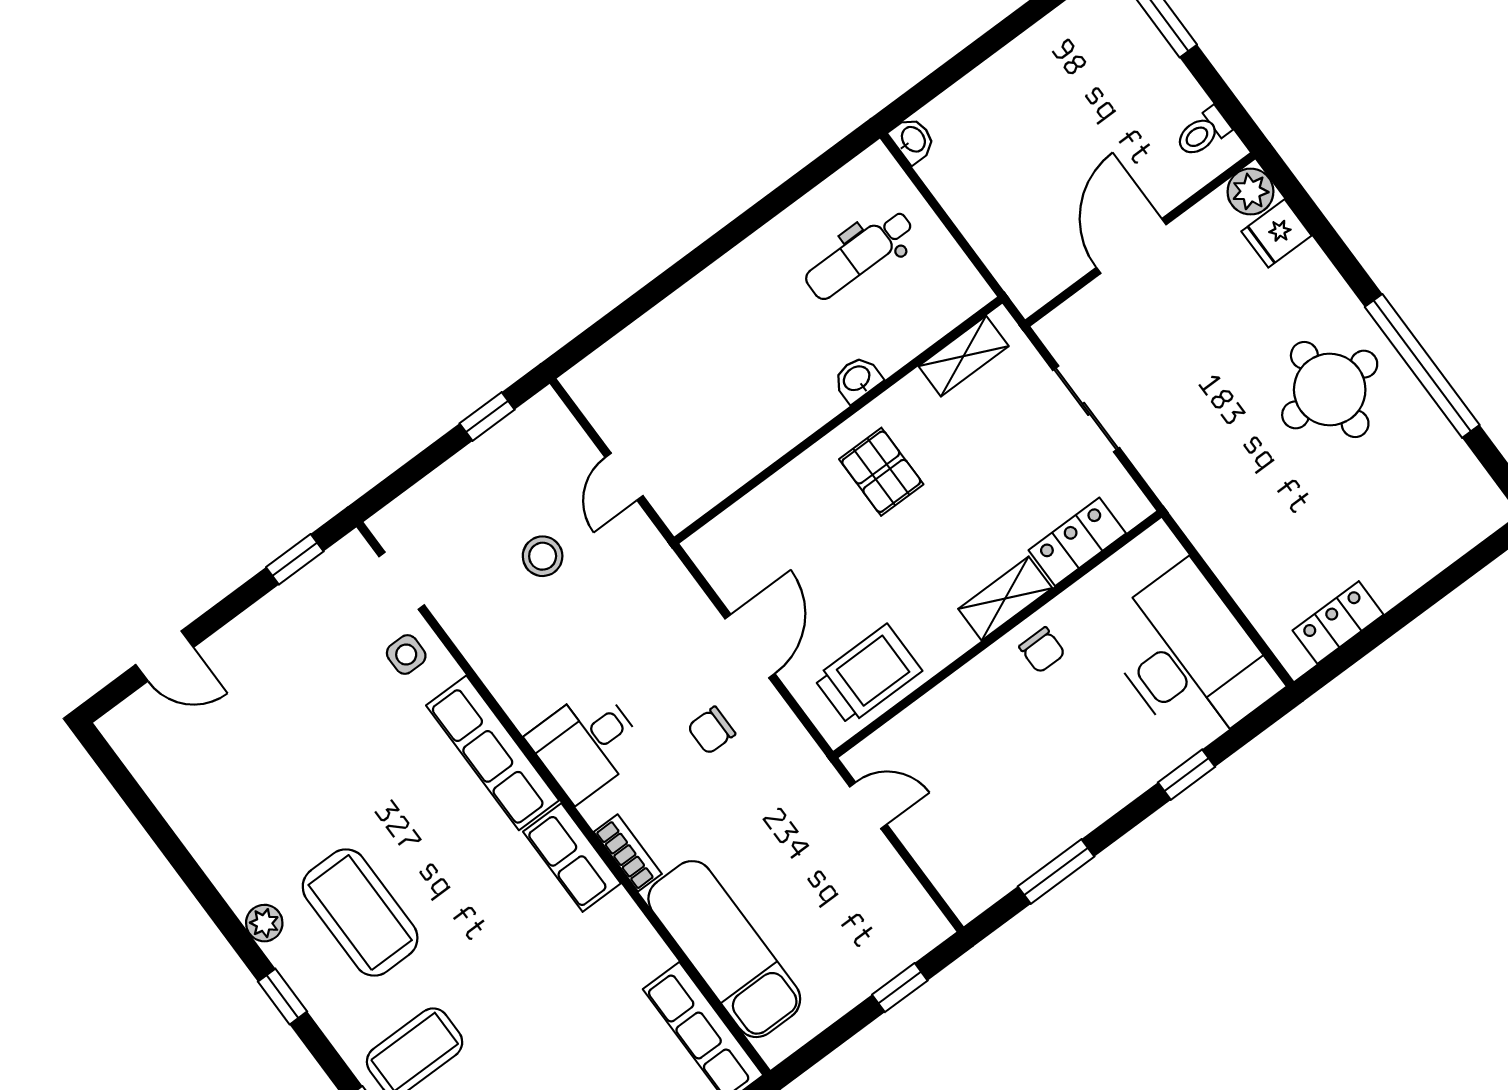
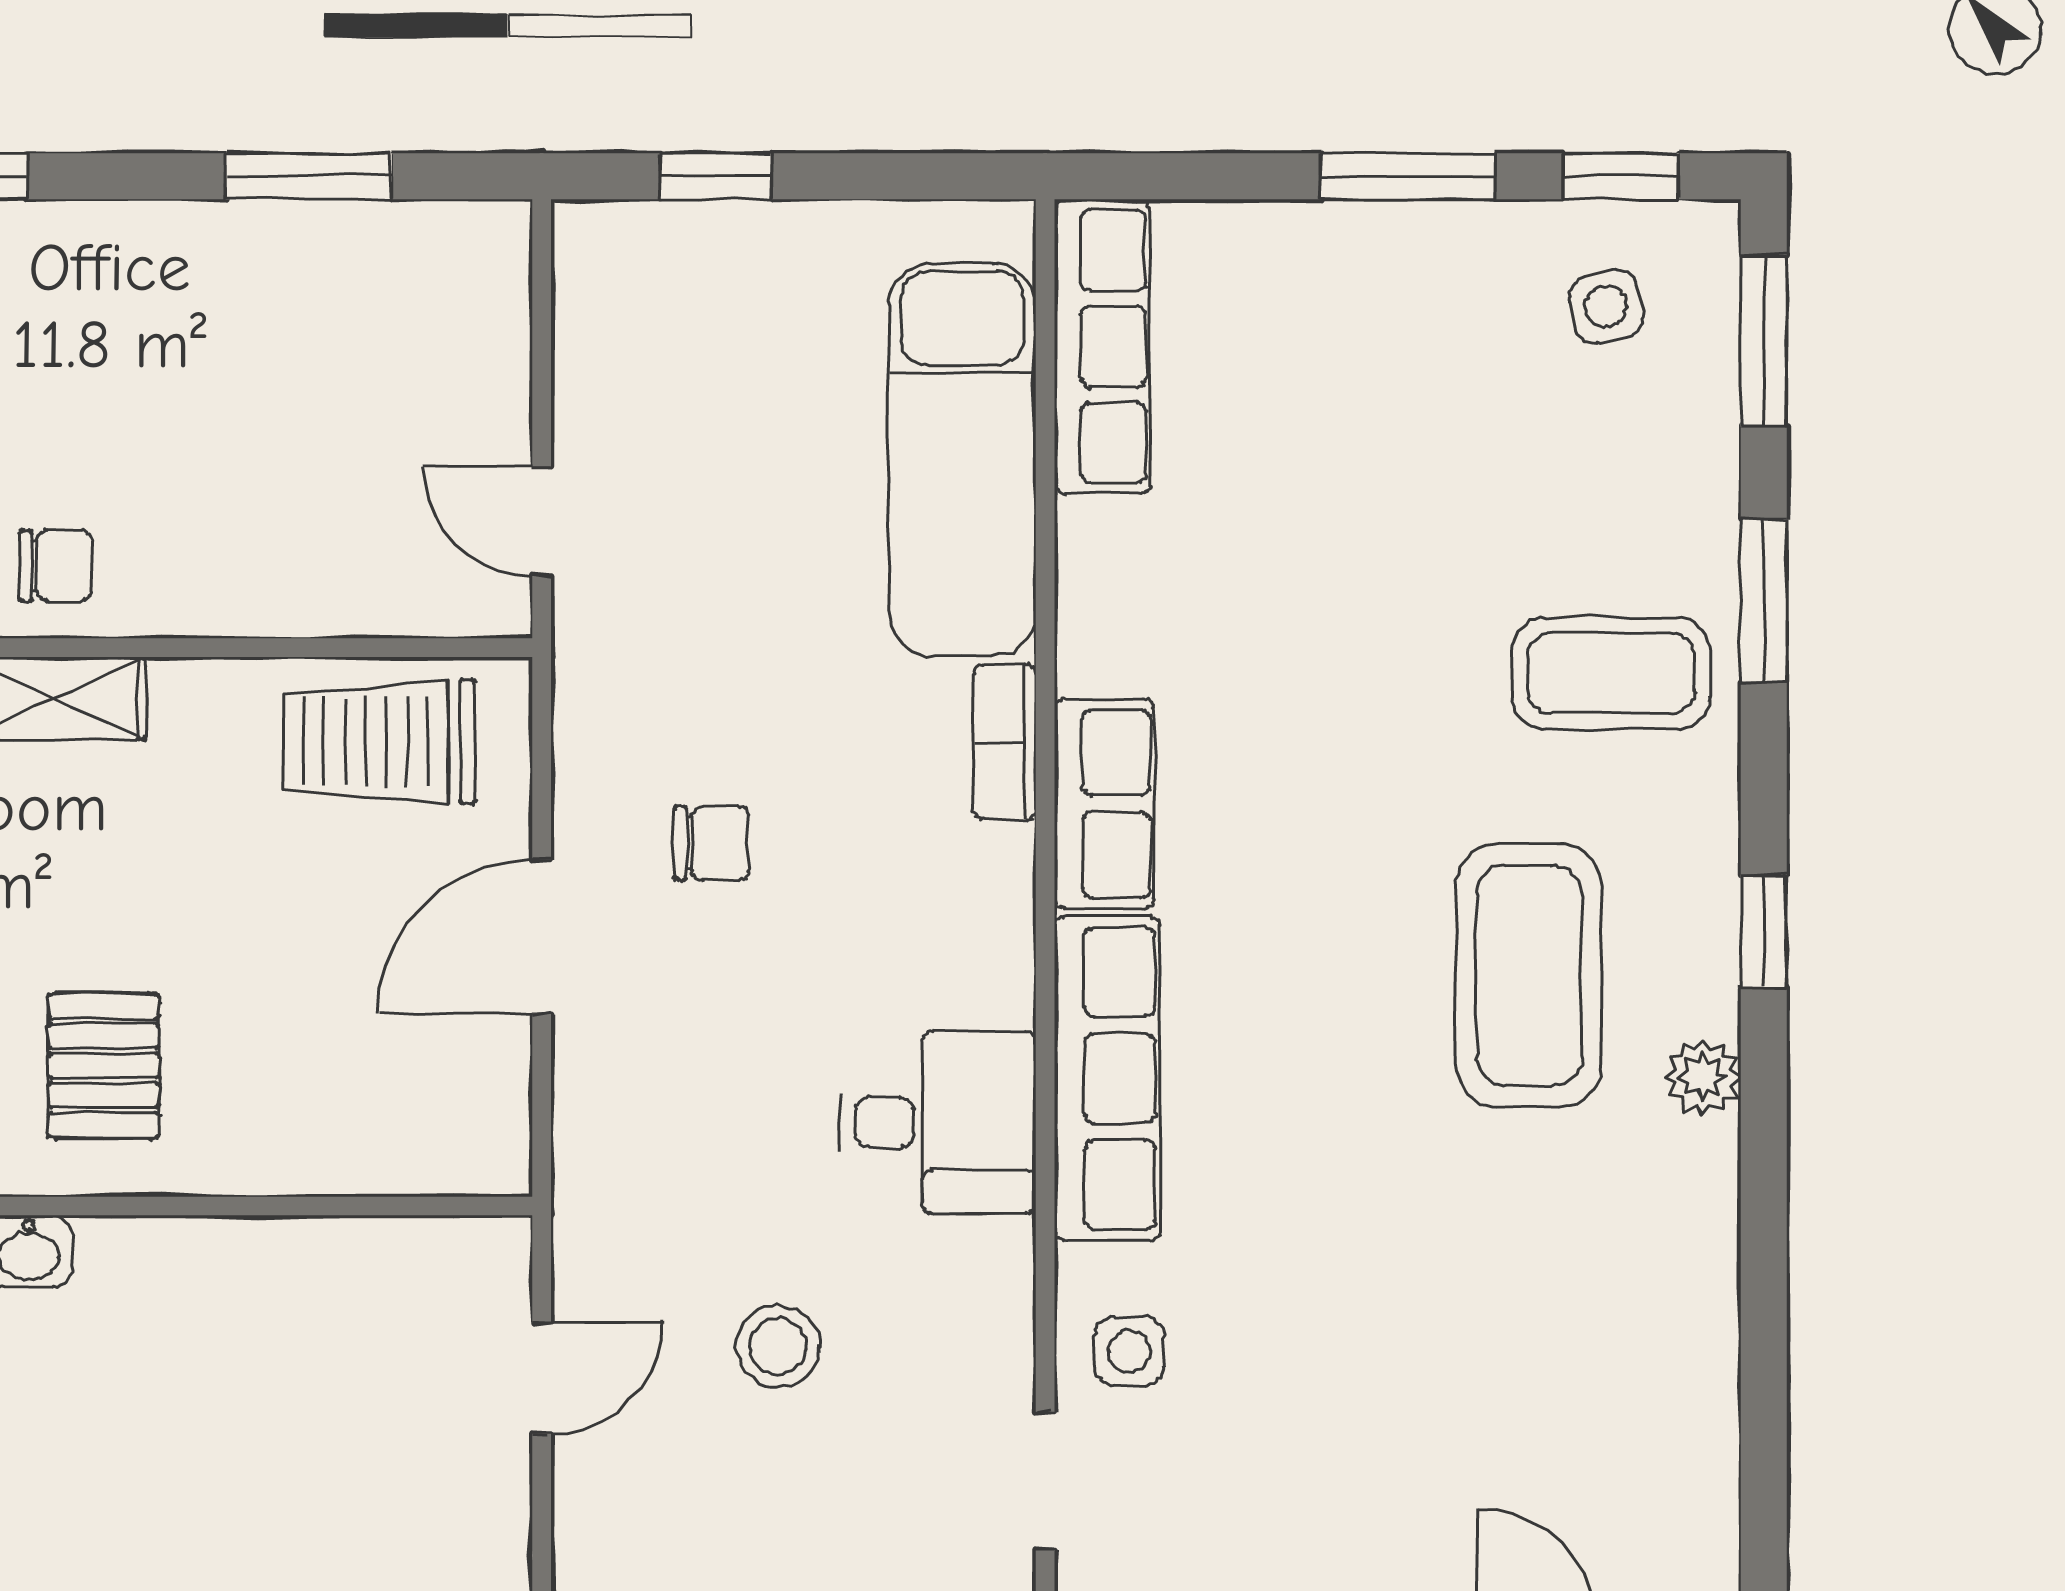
chair: (1042, 650) -> (56, 566), turned 90
desk: (587, 744) -> (938, 1122), moved

